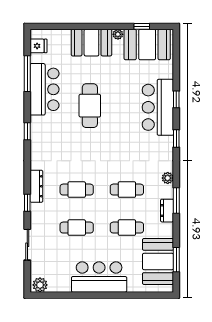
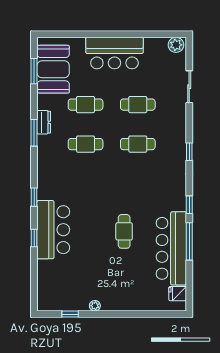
booth: (91, 43) -> (122, 297), removed
booth: (147, 44) -> (64, 295), removed
window: (27, 74) -> (189, 241), moved
bar counter: (44, 89) -> (171, 248), width x1.36
cafe table: (90, 106) -> (124, 231), width x0.73, depth x0.74
plant: (168, 178) -> (43, 156), removed
dresser: (36, 186) -> (180, 147), removed
window: (27, 203) -> (189, 152), moved

